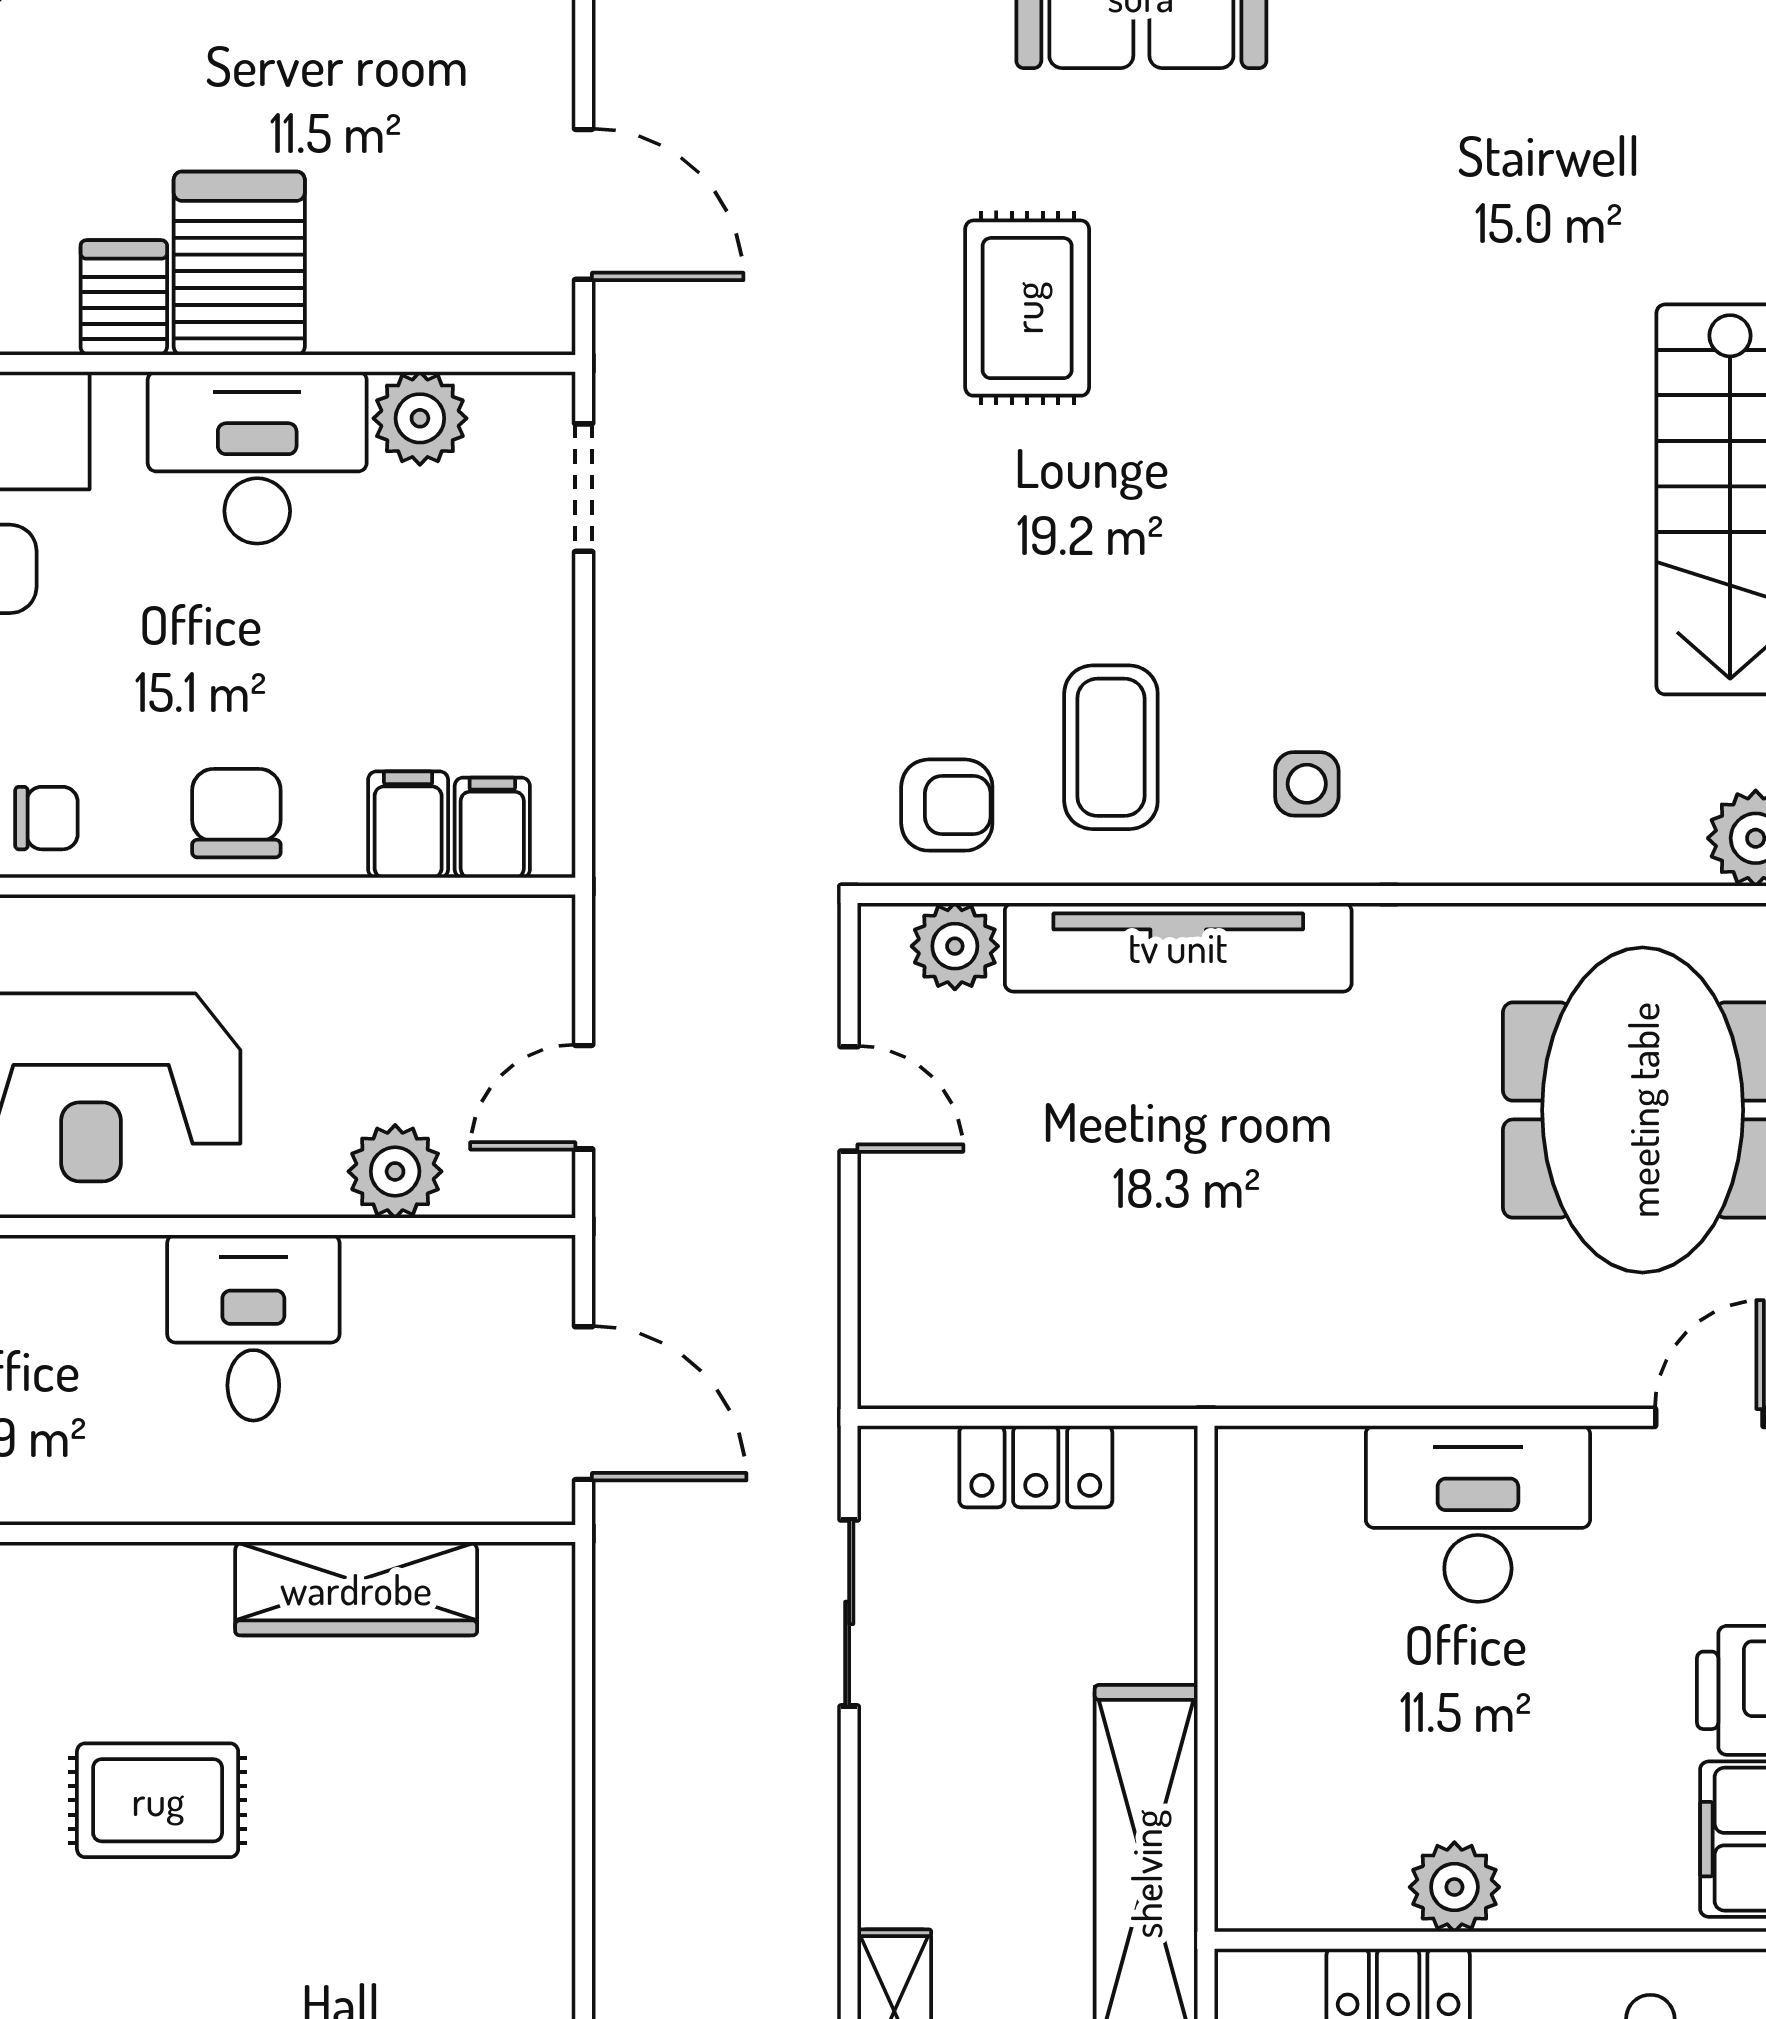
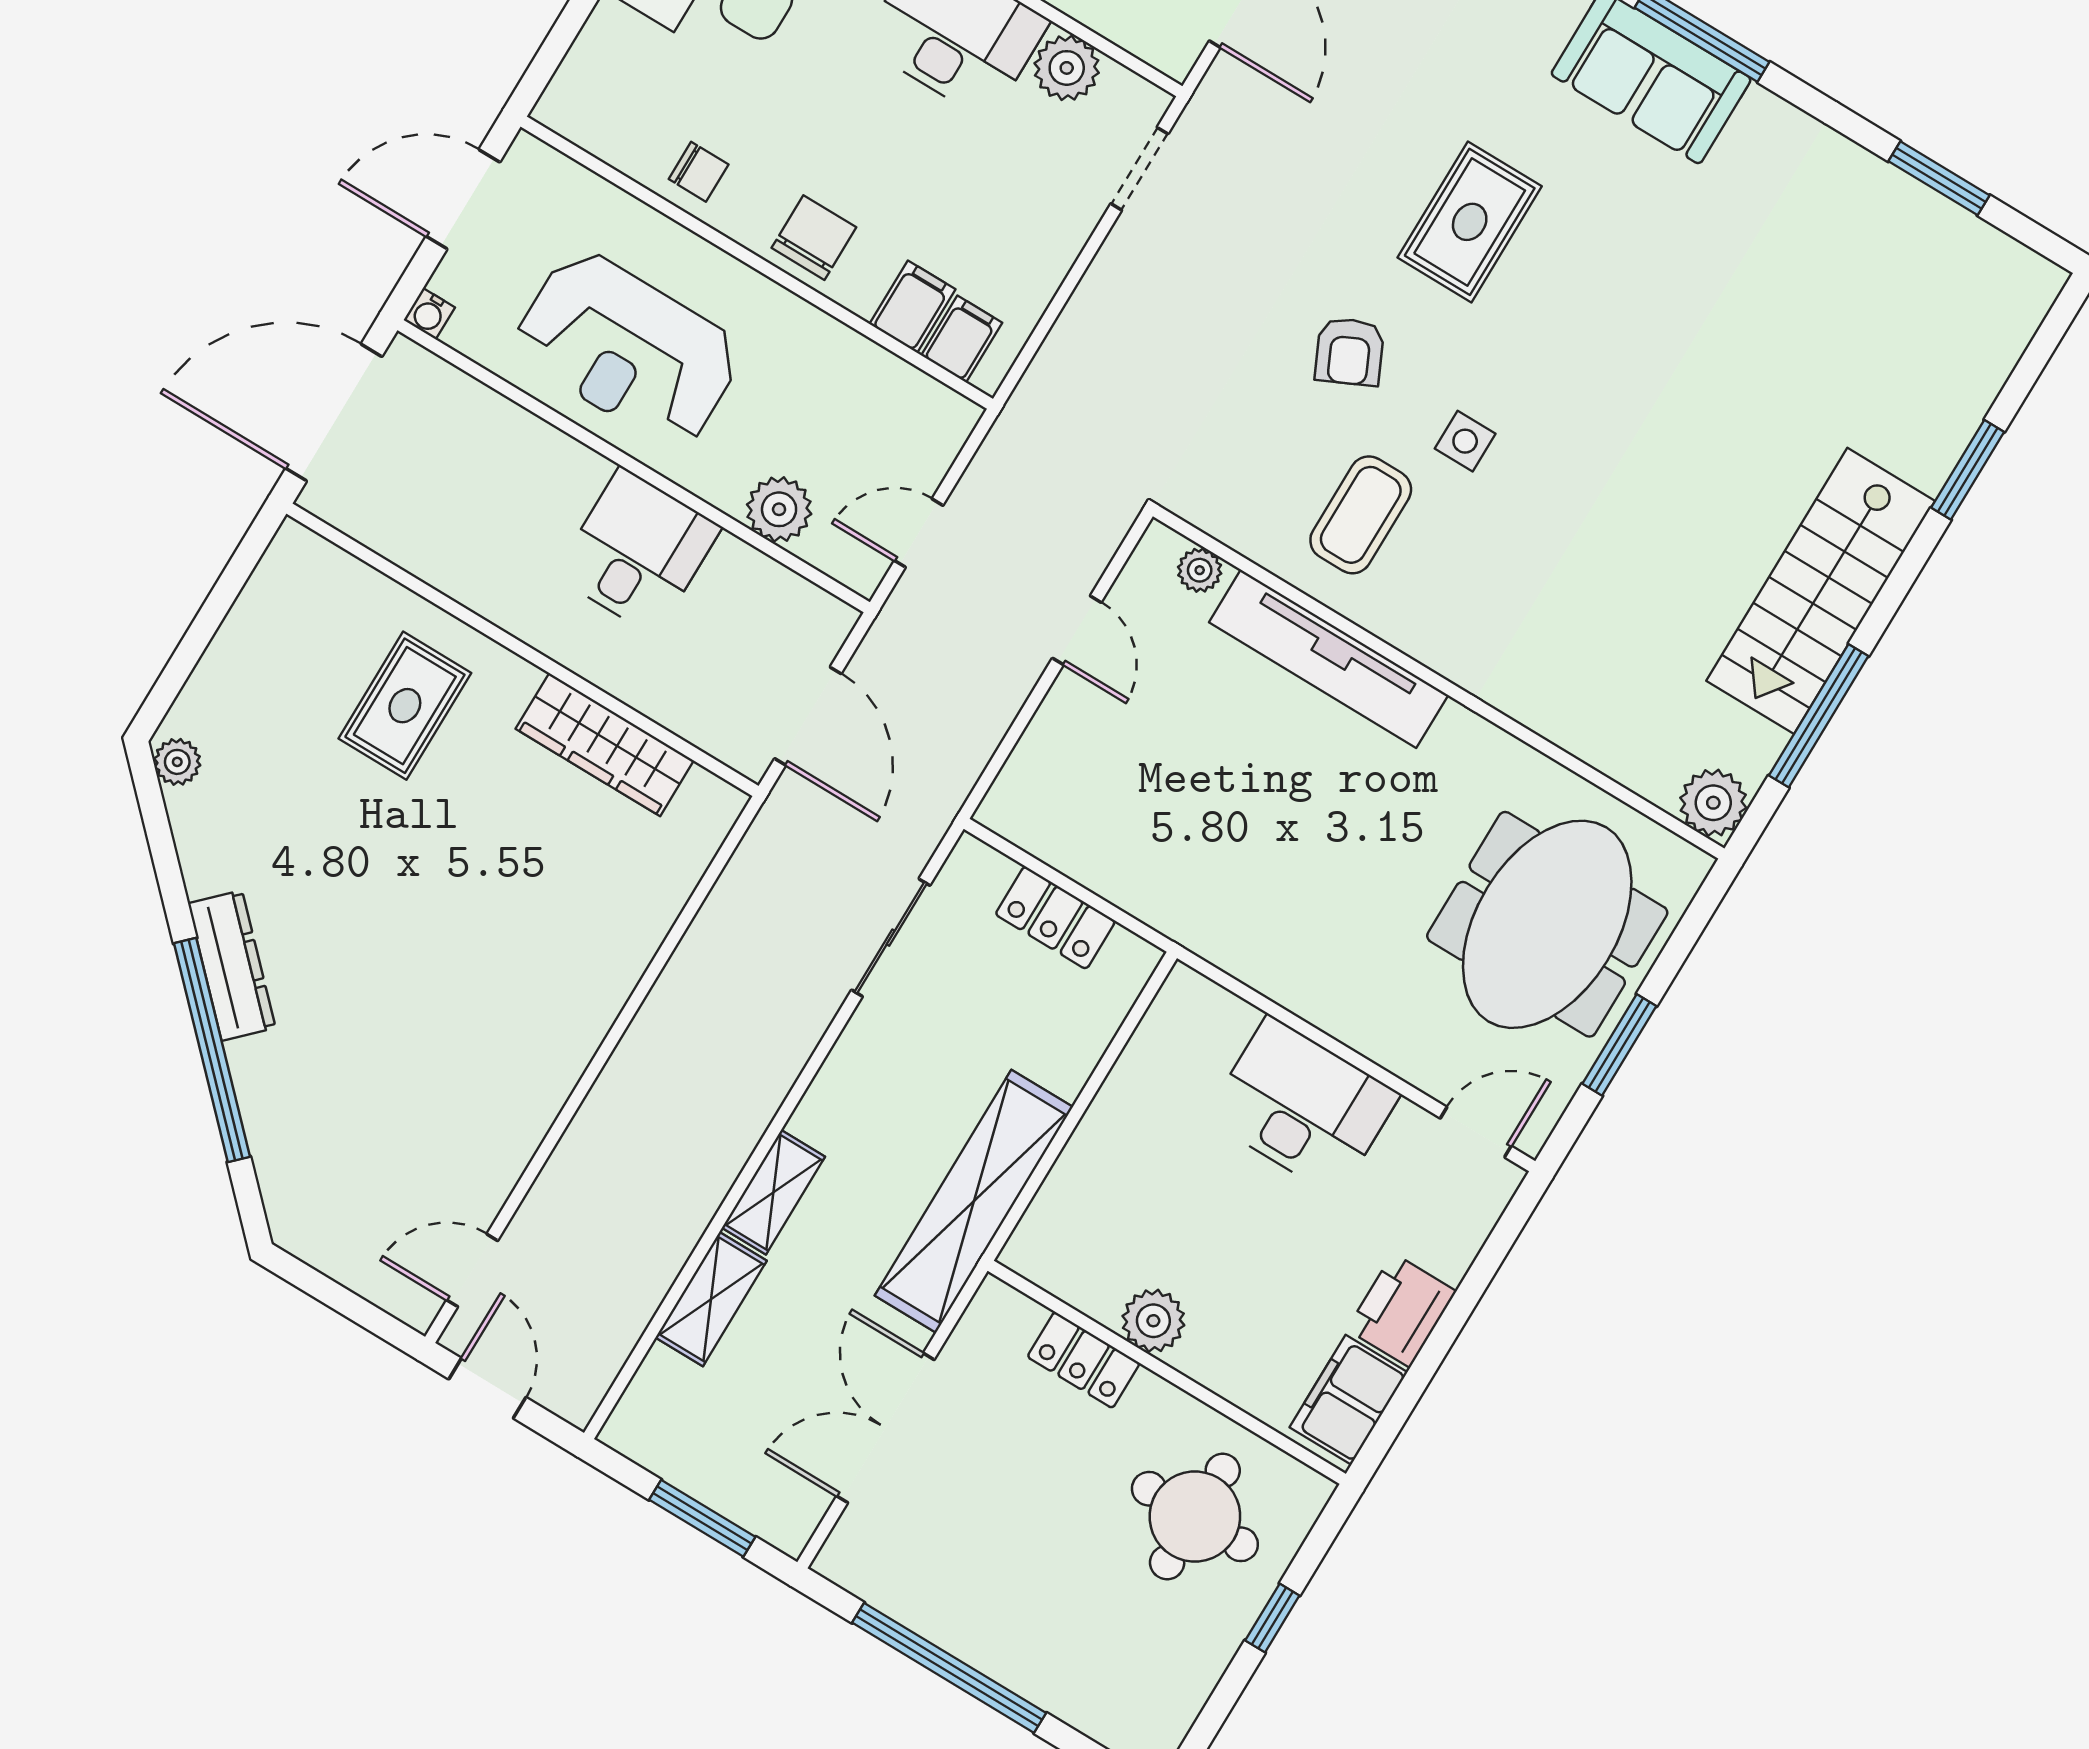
side table: (1307, 784) -> (1465, 441), moved
armchair: (947, 805) -> (1350, 352), moved, turned 65
plant: (955, 946) -> (1200, 570), width x0.73, depth x0.73
rug: (158, 1800) -> (405, 706), moved, turned 90

